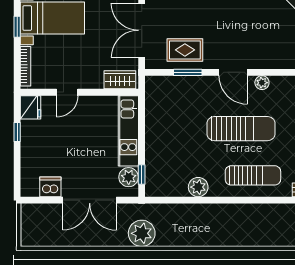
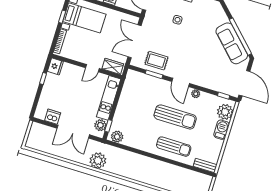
door: (67, 92) -> (92, 68), moved
plant: (198, 187) -> (117, 137), moved

